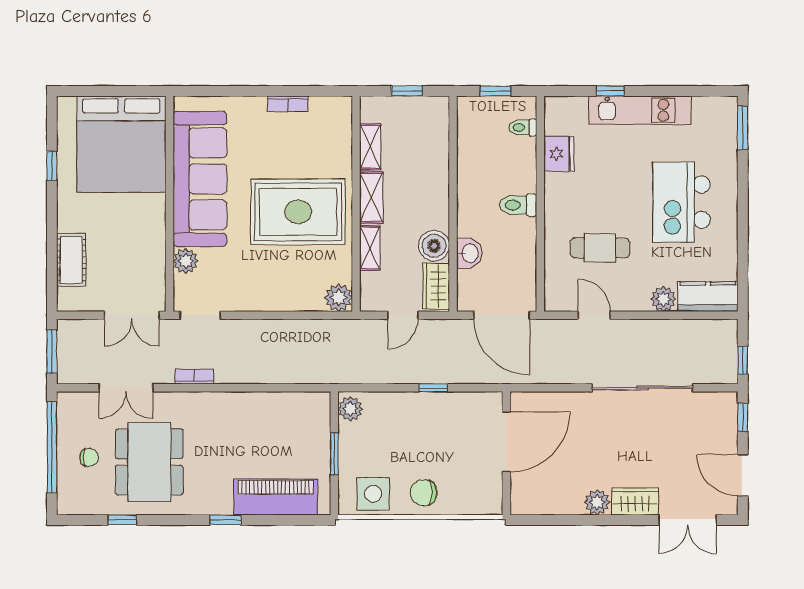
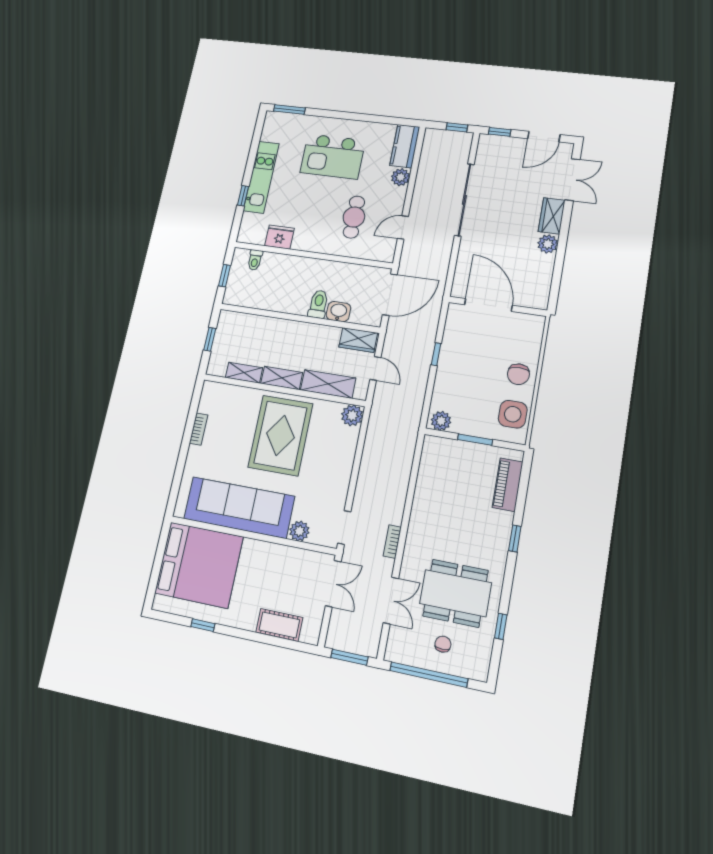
toilet: (518, 205) -> (318, 304), moved, turned 180
boiler: (434, 246) -> (327, 337), removed
shelving: (370, 248) -> (328, 384), width x1.50, depth x1.33
piano: (276, 497) -> (508, 485), width x0.73, depth x0.75

